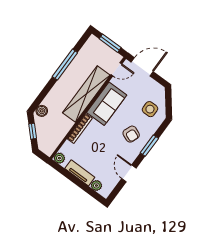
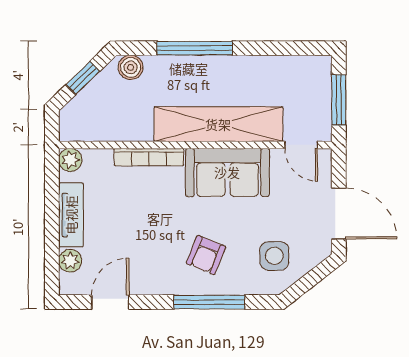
window: (65, 65) -> (195, 48), moved
door: (142, 67) -> (339, 214), moved
window: (149, 146) -> (209, 302), width x1.44
door: (129, 173) -> (110, 302), moved

